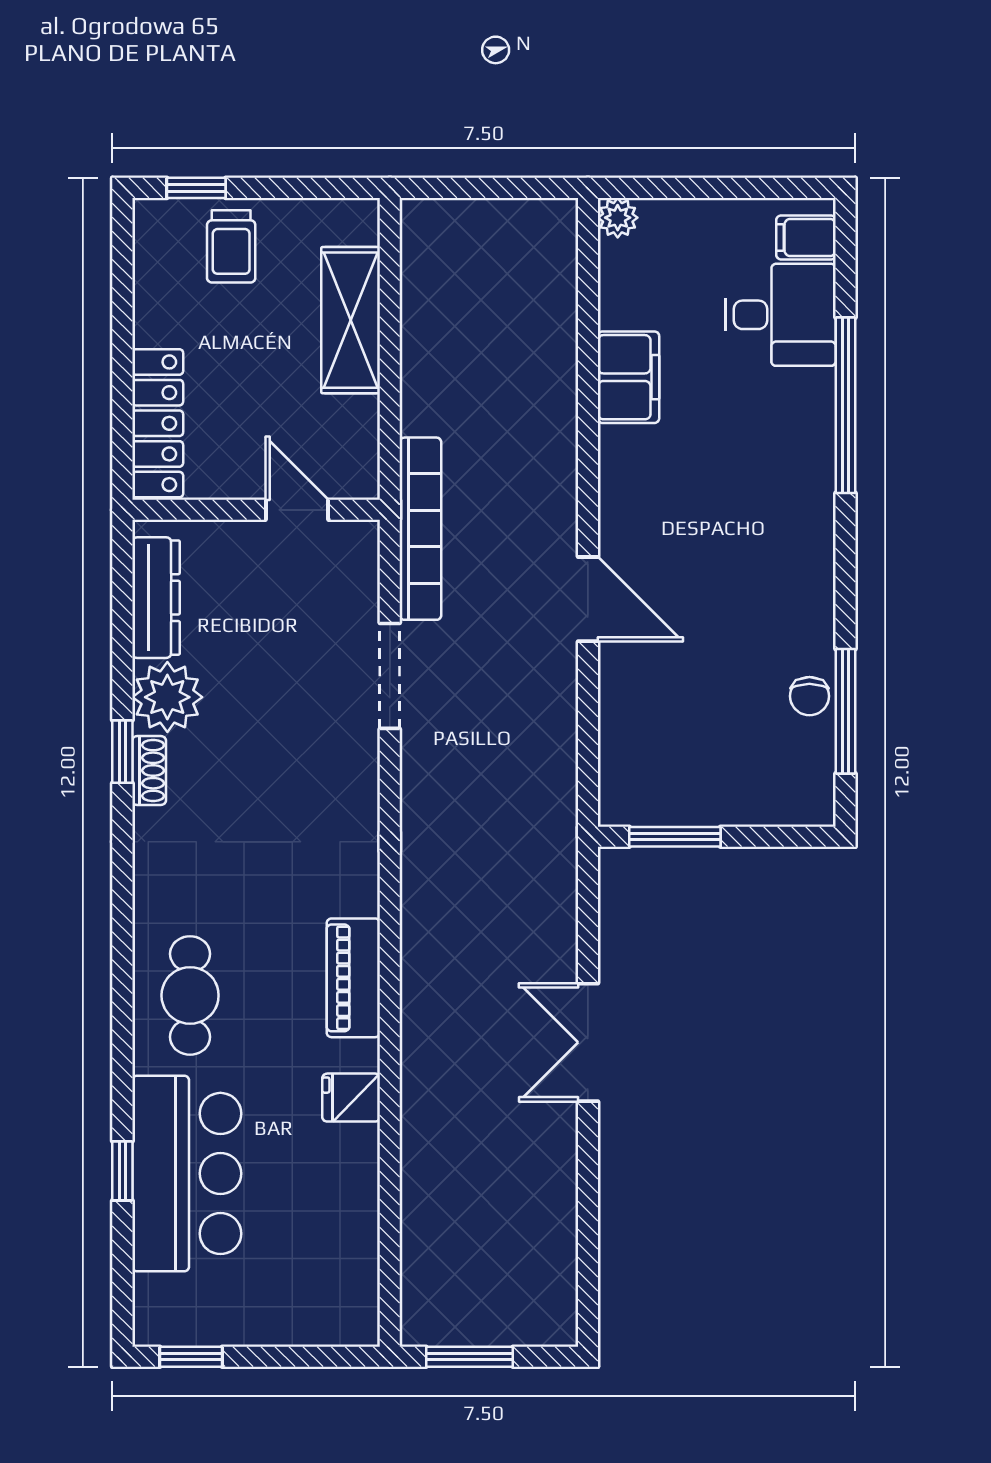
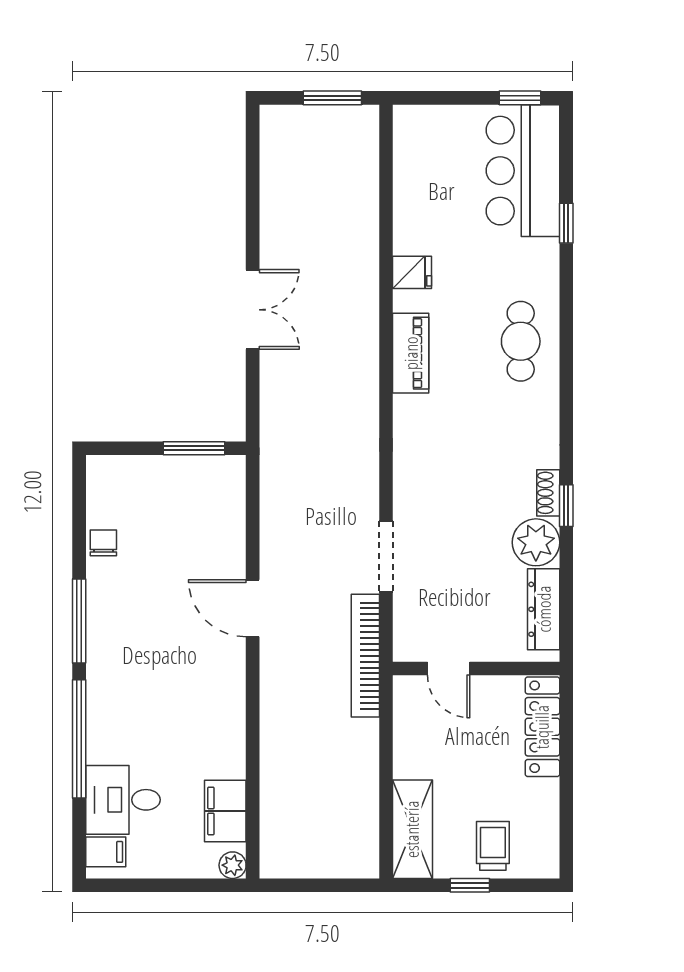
window: (196, 188) -> (470, 885), moved
shelving: (351, 320) -> (412, 829), moved
filing cabinet: (628, 377) -> (225, 811), moved
window: (845, 711) -> (79, 621), moved
bar counter: (187, 1173) -> (523, 171), moved

